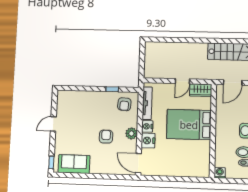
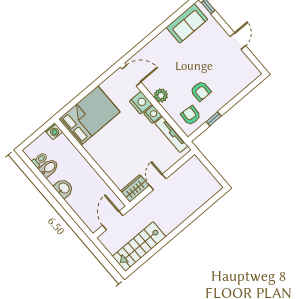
bed: (189, 125) -> (89, 116), moved
armchair: (106, 137) -> (201, 91), moved

